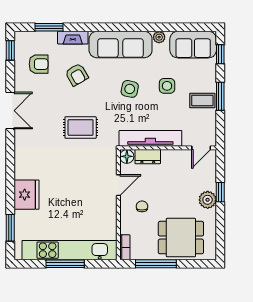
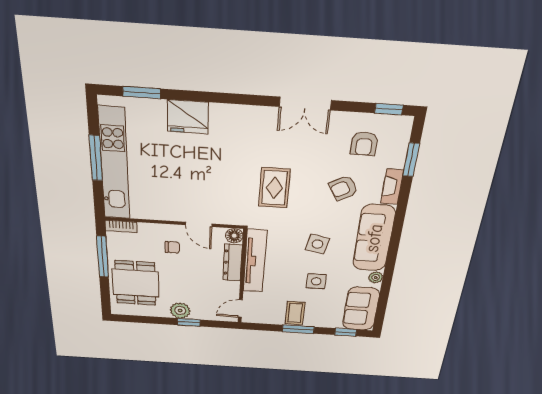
door: (201, 148) -> (240, 308), hinge flipped
dresser: (148, 157) -> (233, 263), width x1.44

